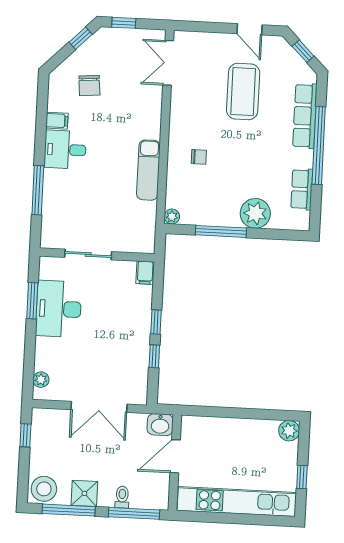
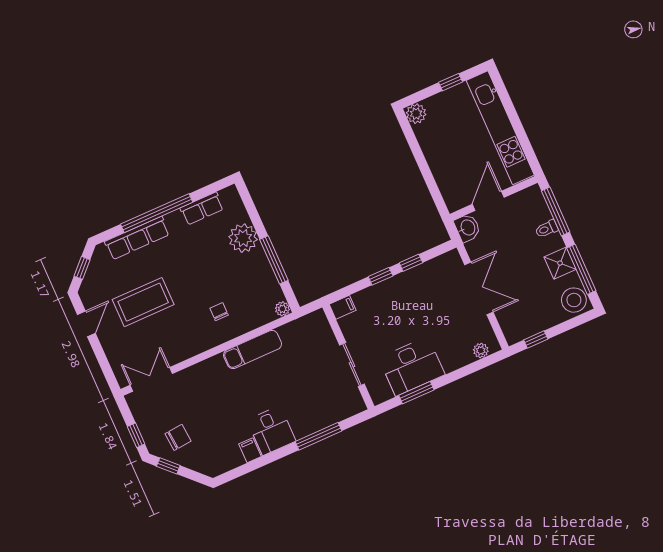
double door: (168, 63) -> (151, 379), swing flipped
chair: (89, 86) -> (178, 437), moved
door: (175, 456) -> (488, 201), swing flipped

